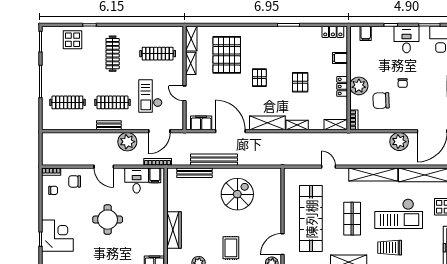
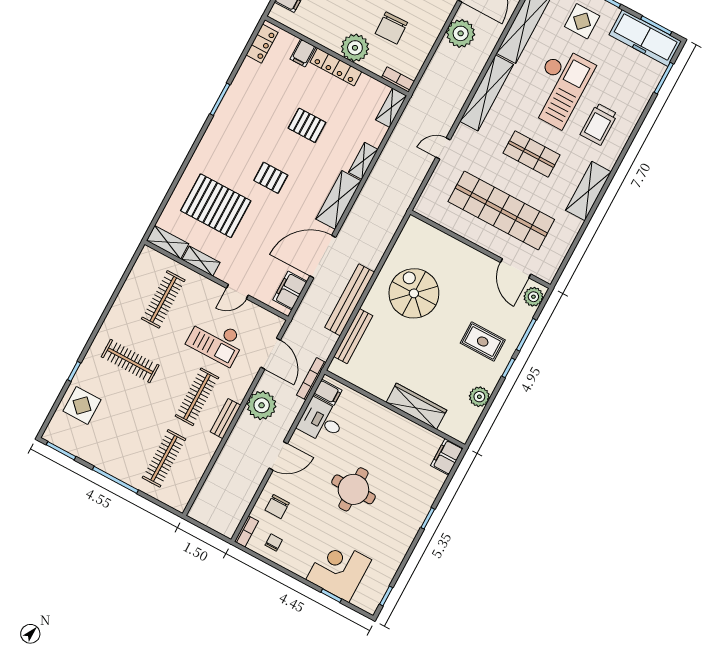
locker: (342, 86) -> (336, 67), width x1.53

